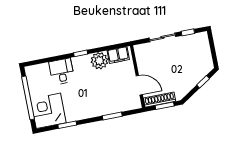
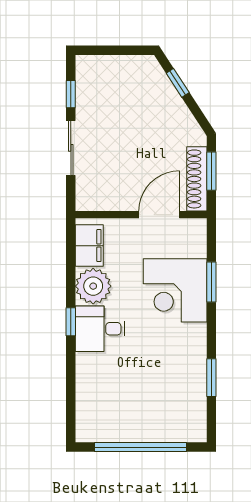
desk: (62, 71) -> (100, 329), moved
corner desk: (48, 111) -> (175, 290), moved

